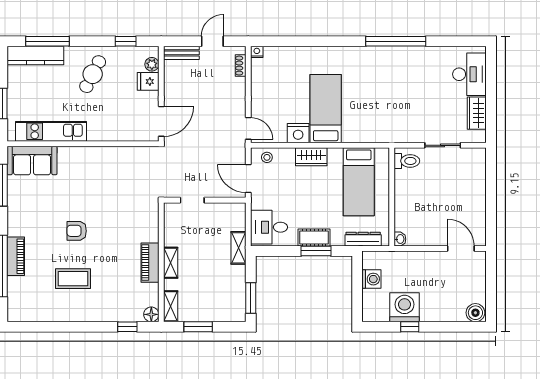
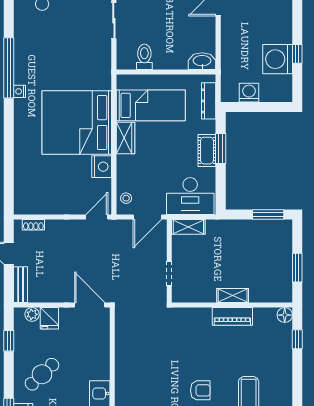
nightstand: (257, 52) -> (19, 91), moved
cafe table: (93, 74) -> (42, 374), turned -70
bed: (326, 109) -> (77, 123), width x2.04
wardrobe: (311, 157) -> (126, 138), moved
toilet: (407, 161) -> (144, 57), moved
desk: (269, 227) -> (190, 196), width x1.37
armchair: (77, 231) -> (200, 390), turned -90
washbasin: (400, 239) -> (202, 61), width x1.91, depth x1.45
shelving: (238, 248) -> (188, 227), moved
shelving: (171, 306) -> (277, 295), removed

